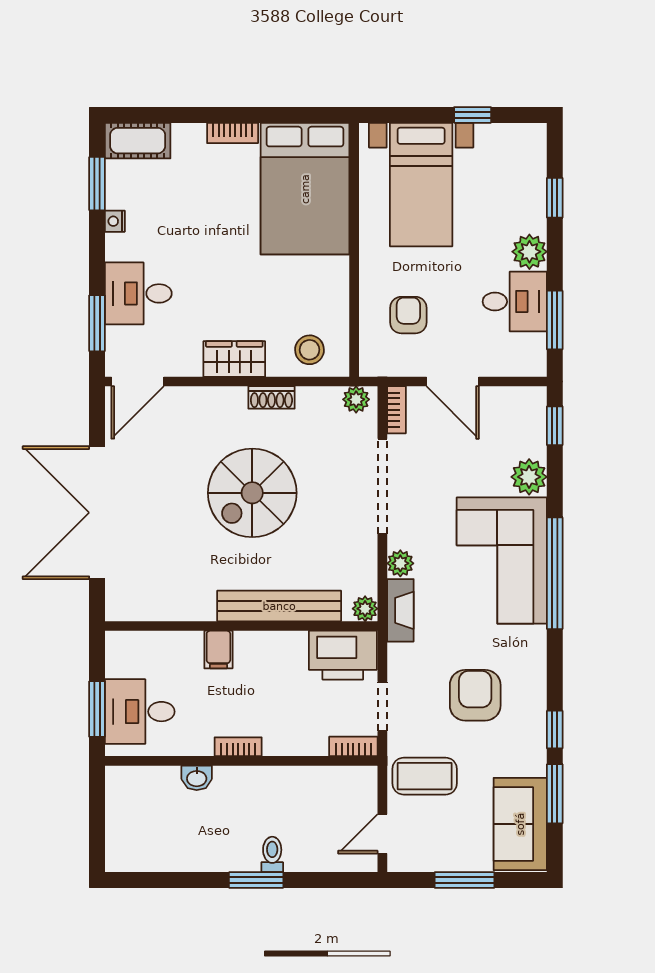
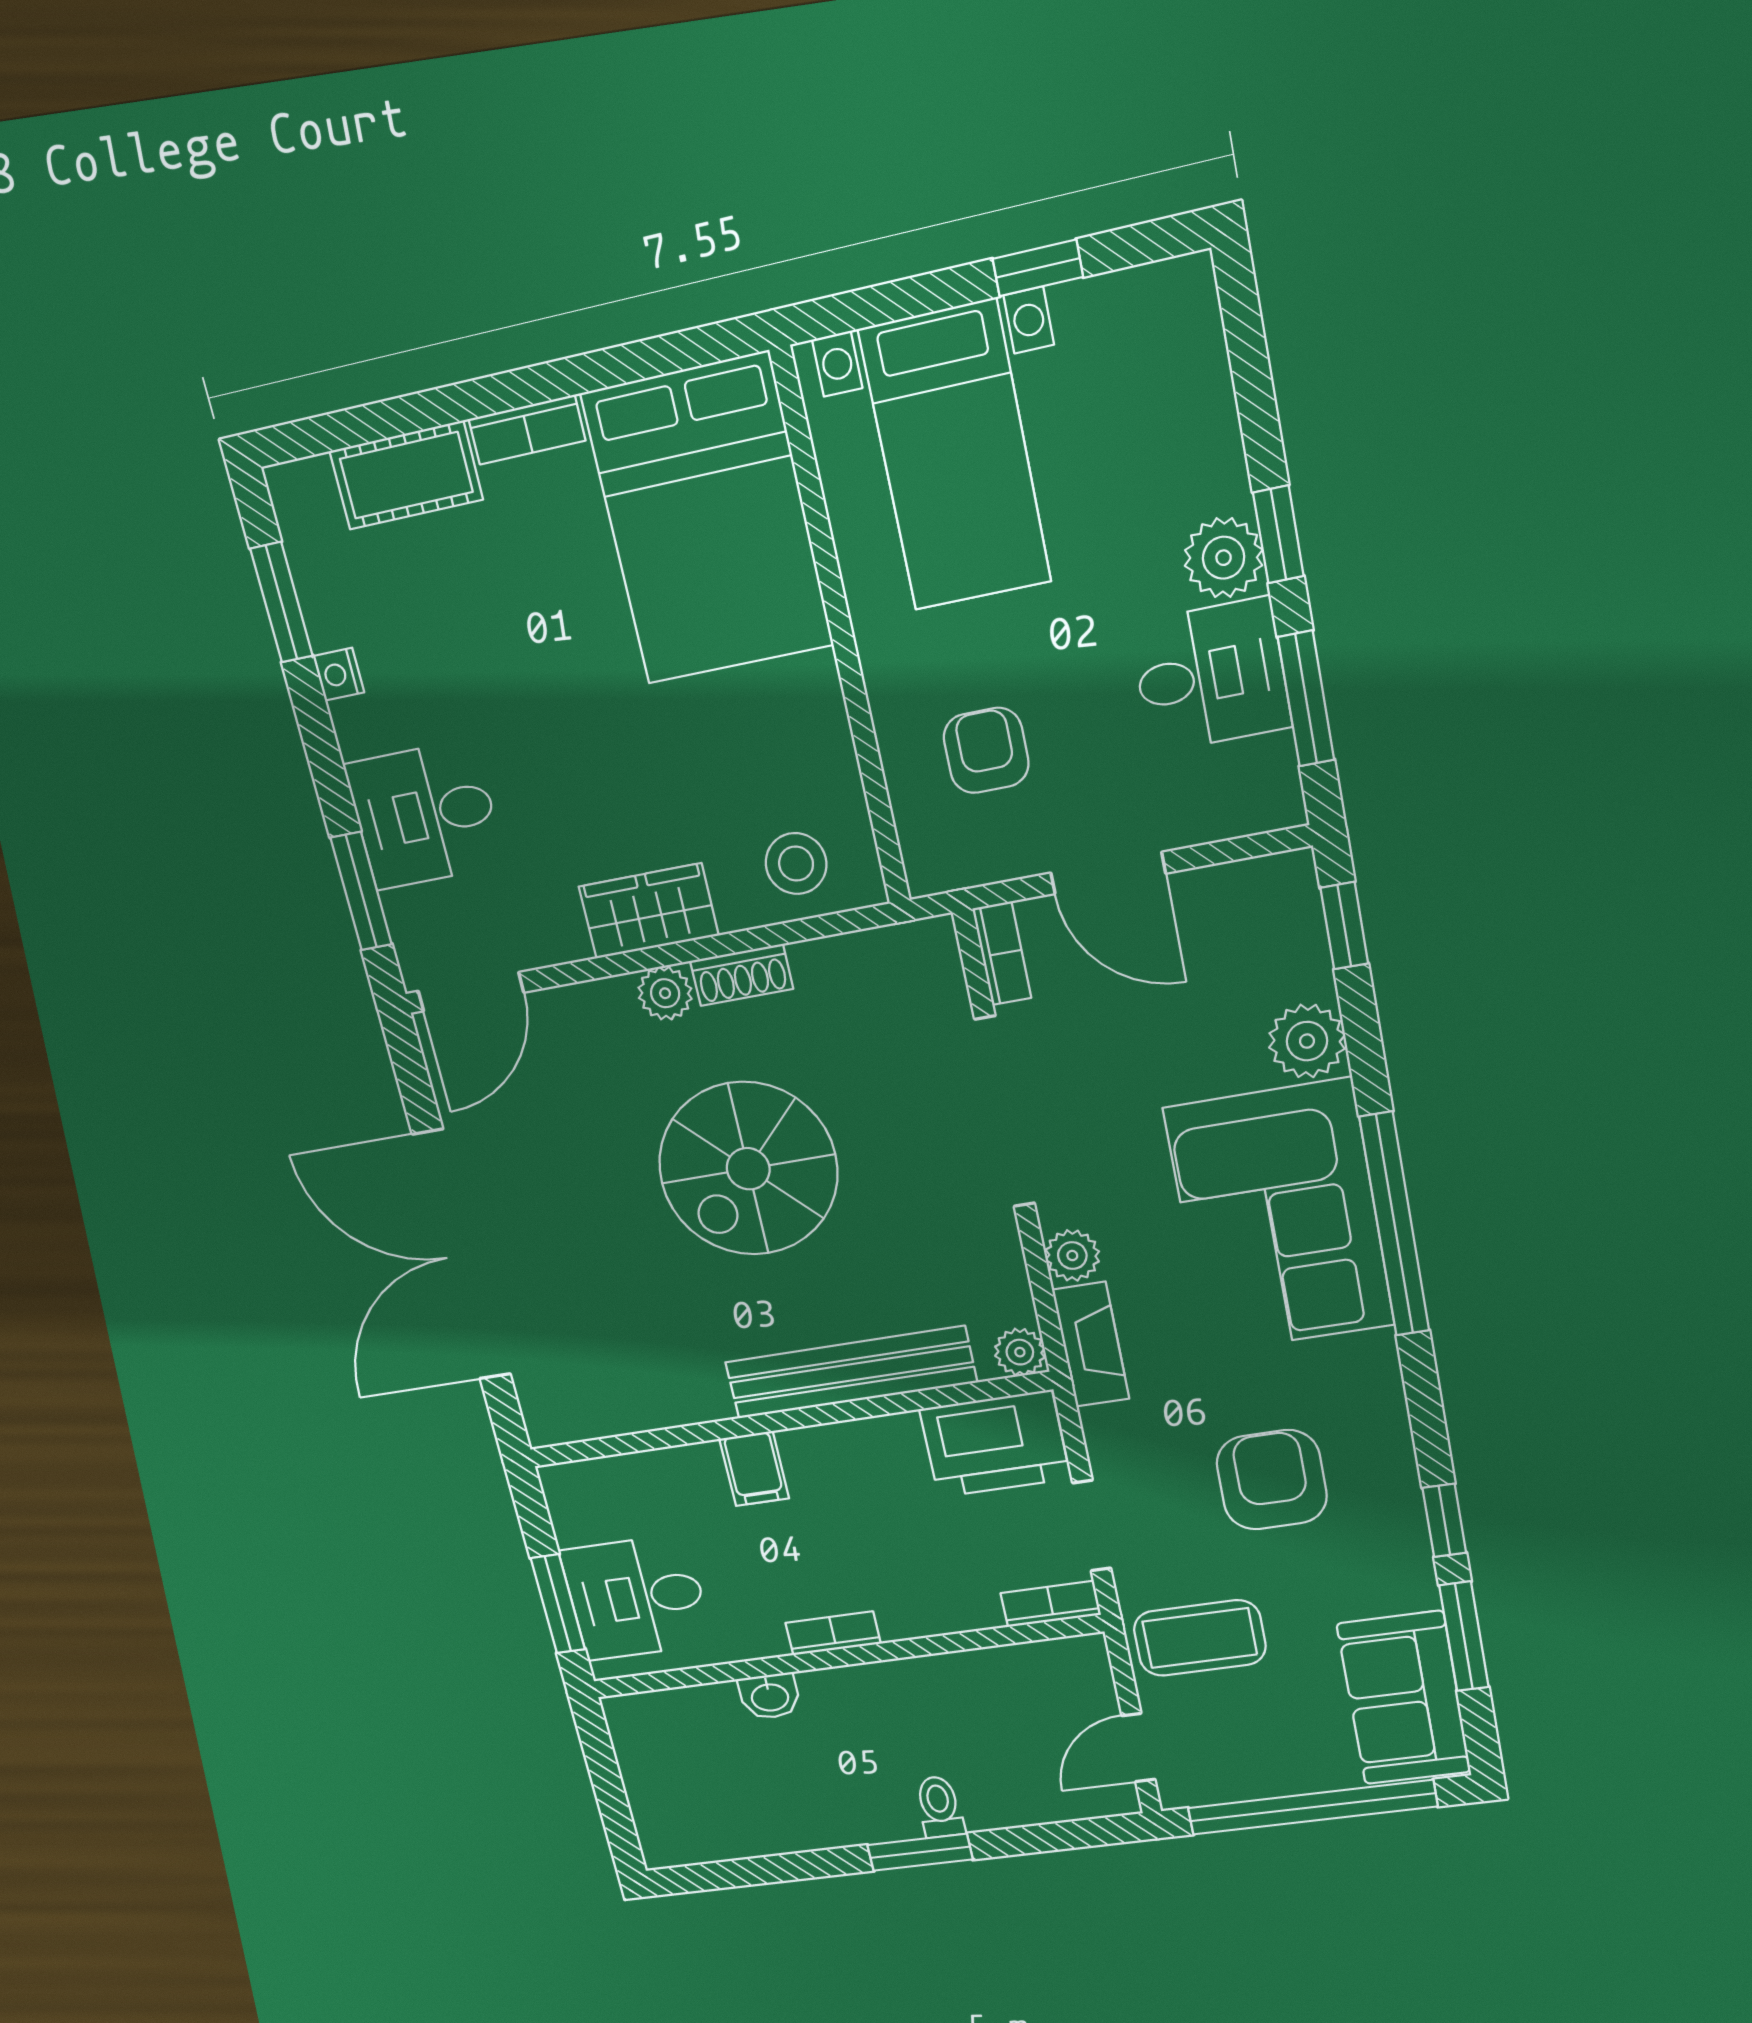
cot: (138, 141) -> (406, 475), moved
window: (555, 198) -> (1278, 534), moved
plant: (356, 399) -> (665, 993), moved
window: (464, 880) -> (1312, 1807), width x2.11

